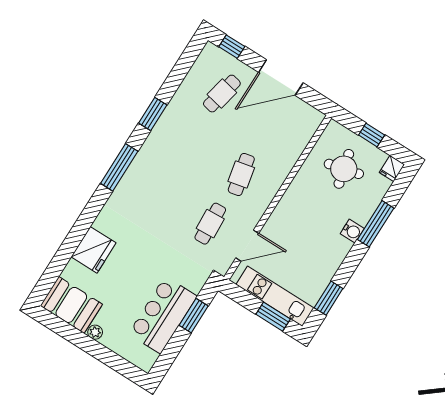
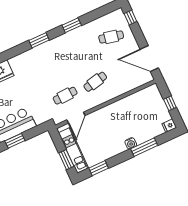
door: (281, 78) -> (149, 59), moved
window: (119, 167) -> (39, 40), width x0.69
round table: (344, 169) -> (146, 111), removed
door: (247, 246) -> (76, 118), hinge flipped
window: (194, 316) -> (15, 141), moved

